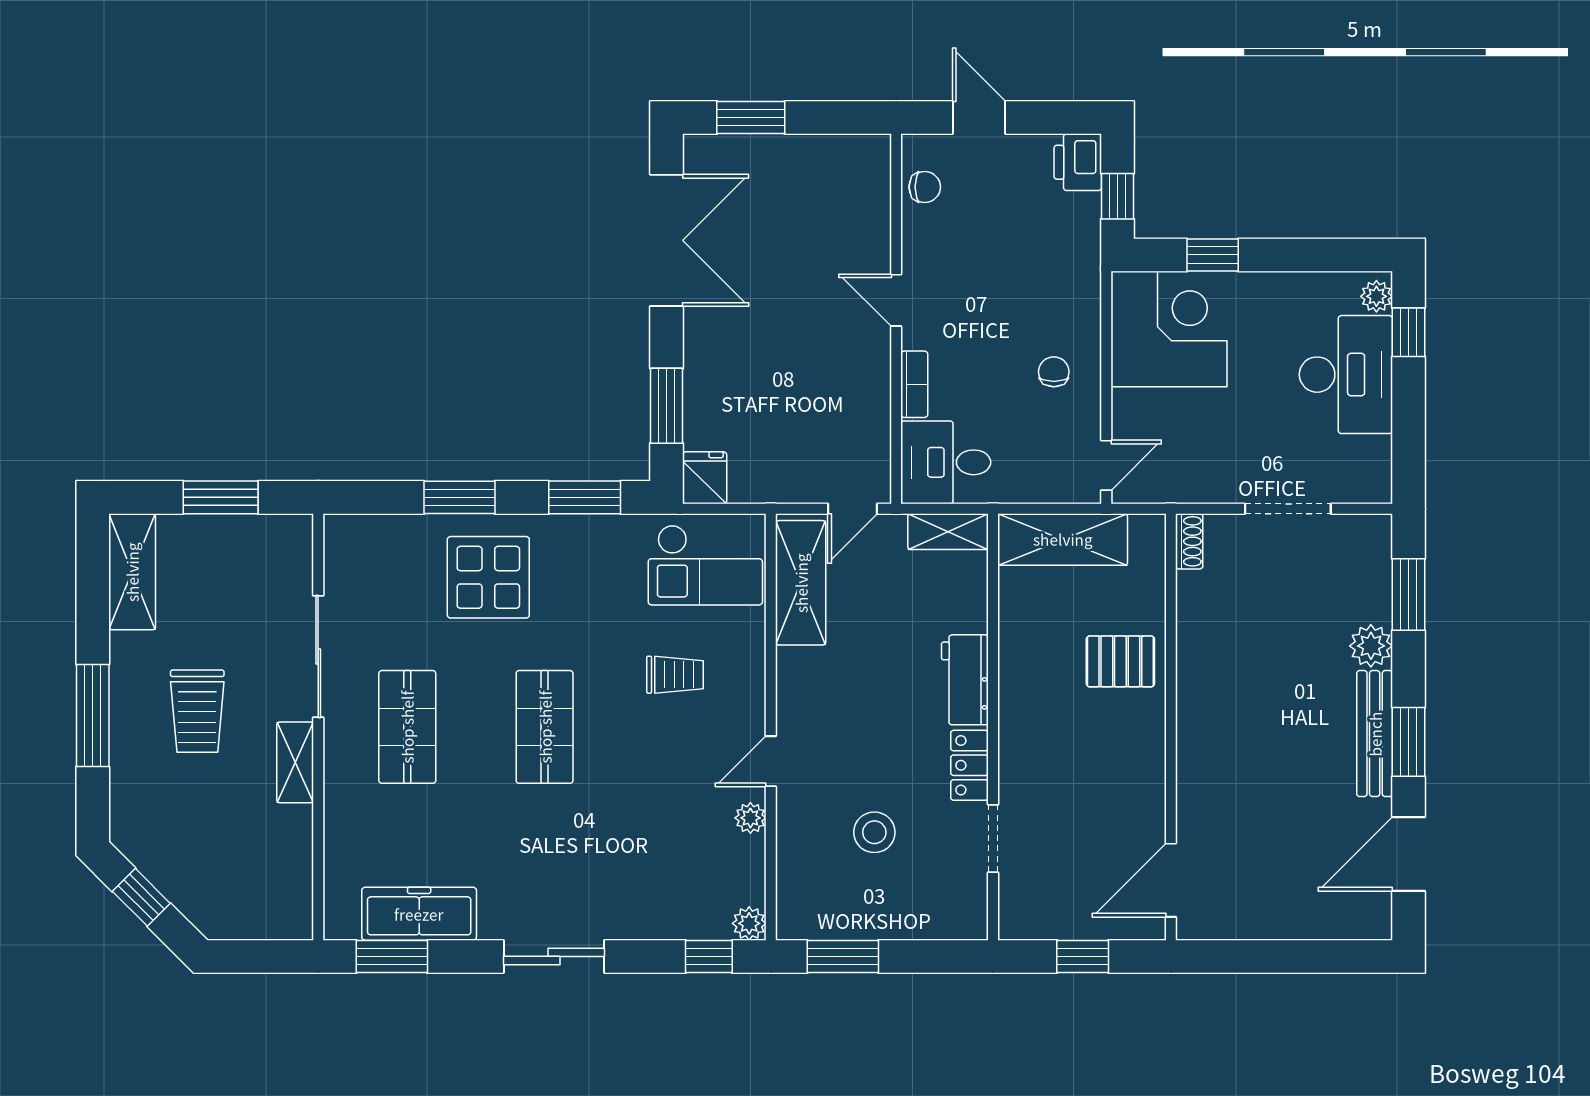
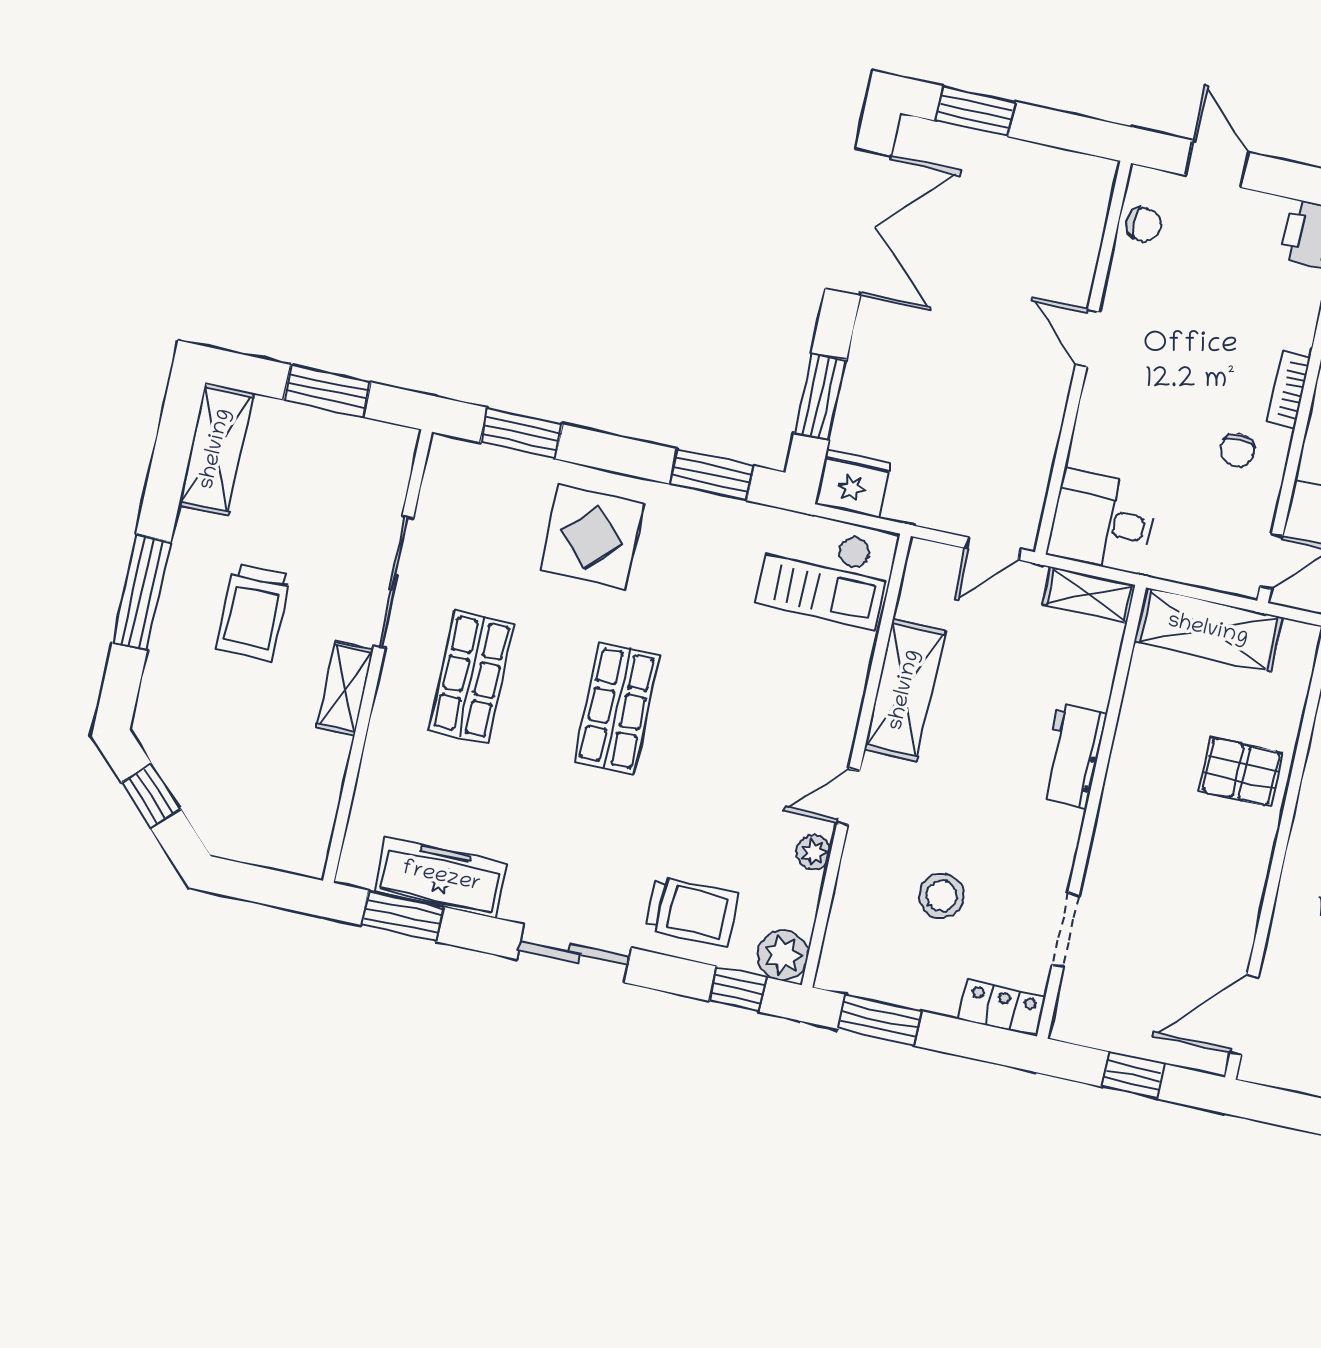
chair: (1054, 372) -> (1238, 450), turned 180
bookcase: (914, 384) -> (1289, 390), moved, turned 180
fridge: (705, 478) -> (853, 484), width x1.38
window: (459, 497) -> (521, 433), moved
shelving: (801, 583) -> (905, 690), moved
trolley: (675, 675) -> (691, 911), moved, width x1.36, depth x1.39
locker: (969, 765) -> (1002, 1008), moved, turned 90
plant: (749, 923) -> (783, 955), width x1.38, depth x1.38

